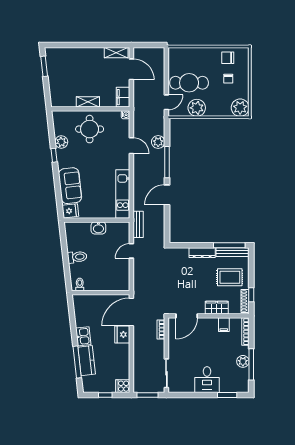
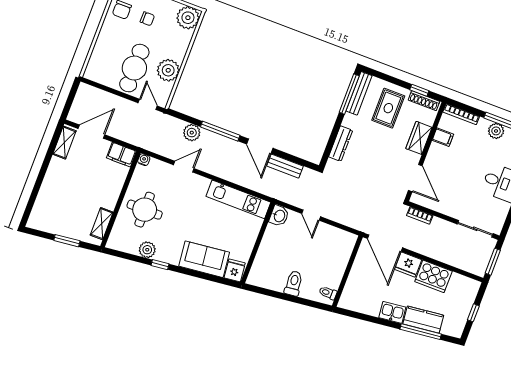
window: (44, 66) -> (67, 241), moved
shelving: (88, 102) -> (102, 224), moved
bench: (138, 224) -> (285, 166), moved
washbasin: (98, 228) -> (279, 216), moved
dresser: (202, 253) -> (341, 144), moved
cooker: (123, 386) -> (433, 276), moved, width x1.87, depth x1.31

